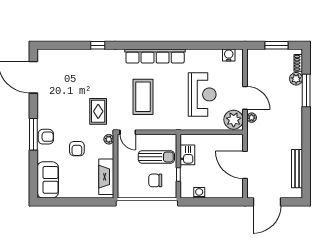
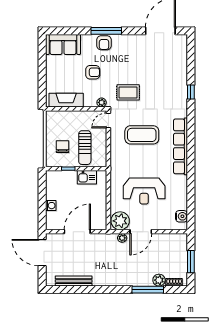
armchair: (77, 149) -> (93, 72), turned 180
washing machine: (199, 193) -> (51, 206), moved

